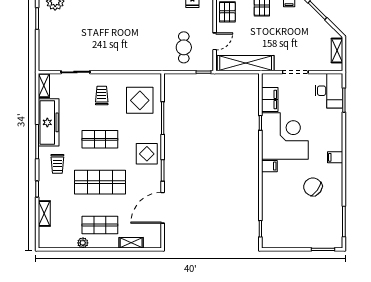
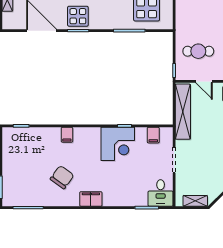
desk: (329, 91) -> (161, 193), width x0.73
filing cabinet: (270, 100) -> (153, 135), width x0.50
corner desk: (285, 136) -> (118, 144), width x0.74, depth x0.74
display table: (147, 154) -> (78, 16), moved
filing cabinet: (335, 157) -> (91, 199), width x2.00
filing cabinet: (269, 166) -> (67, 135), moved

